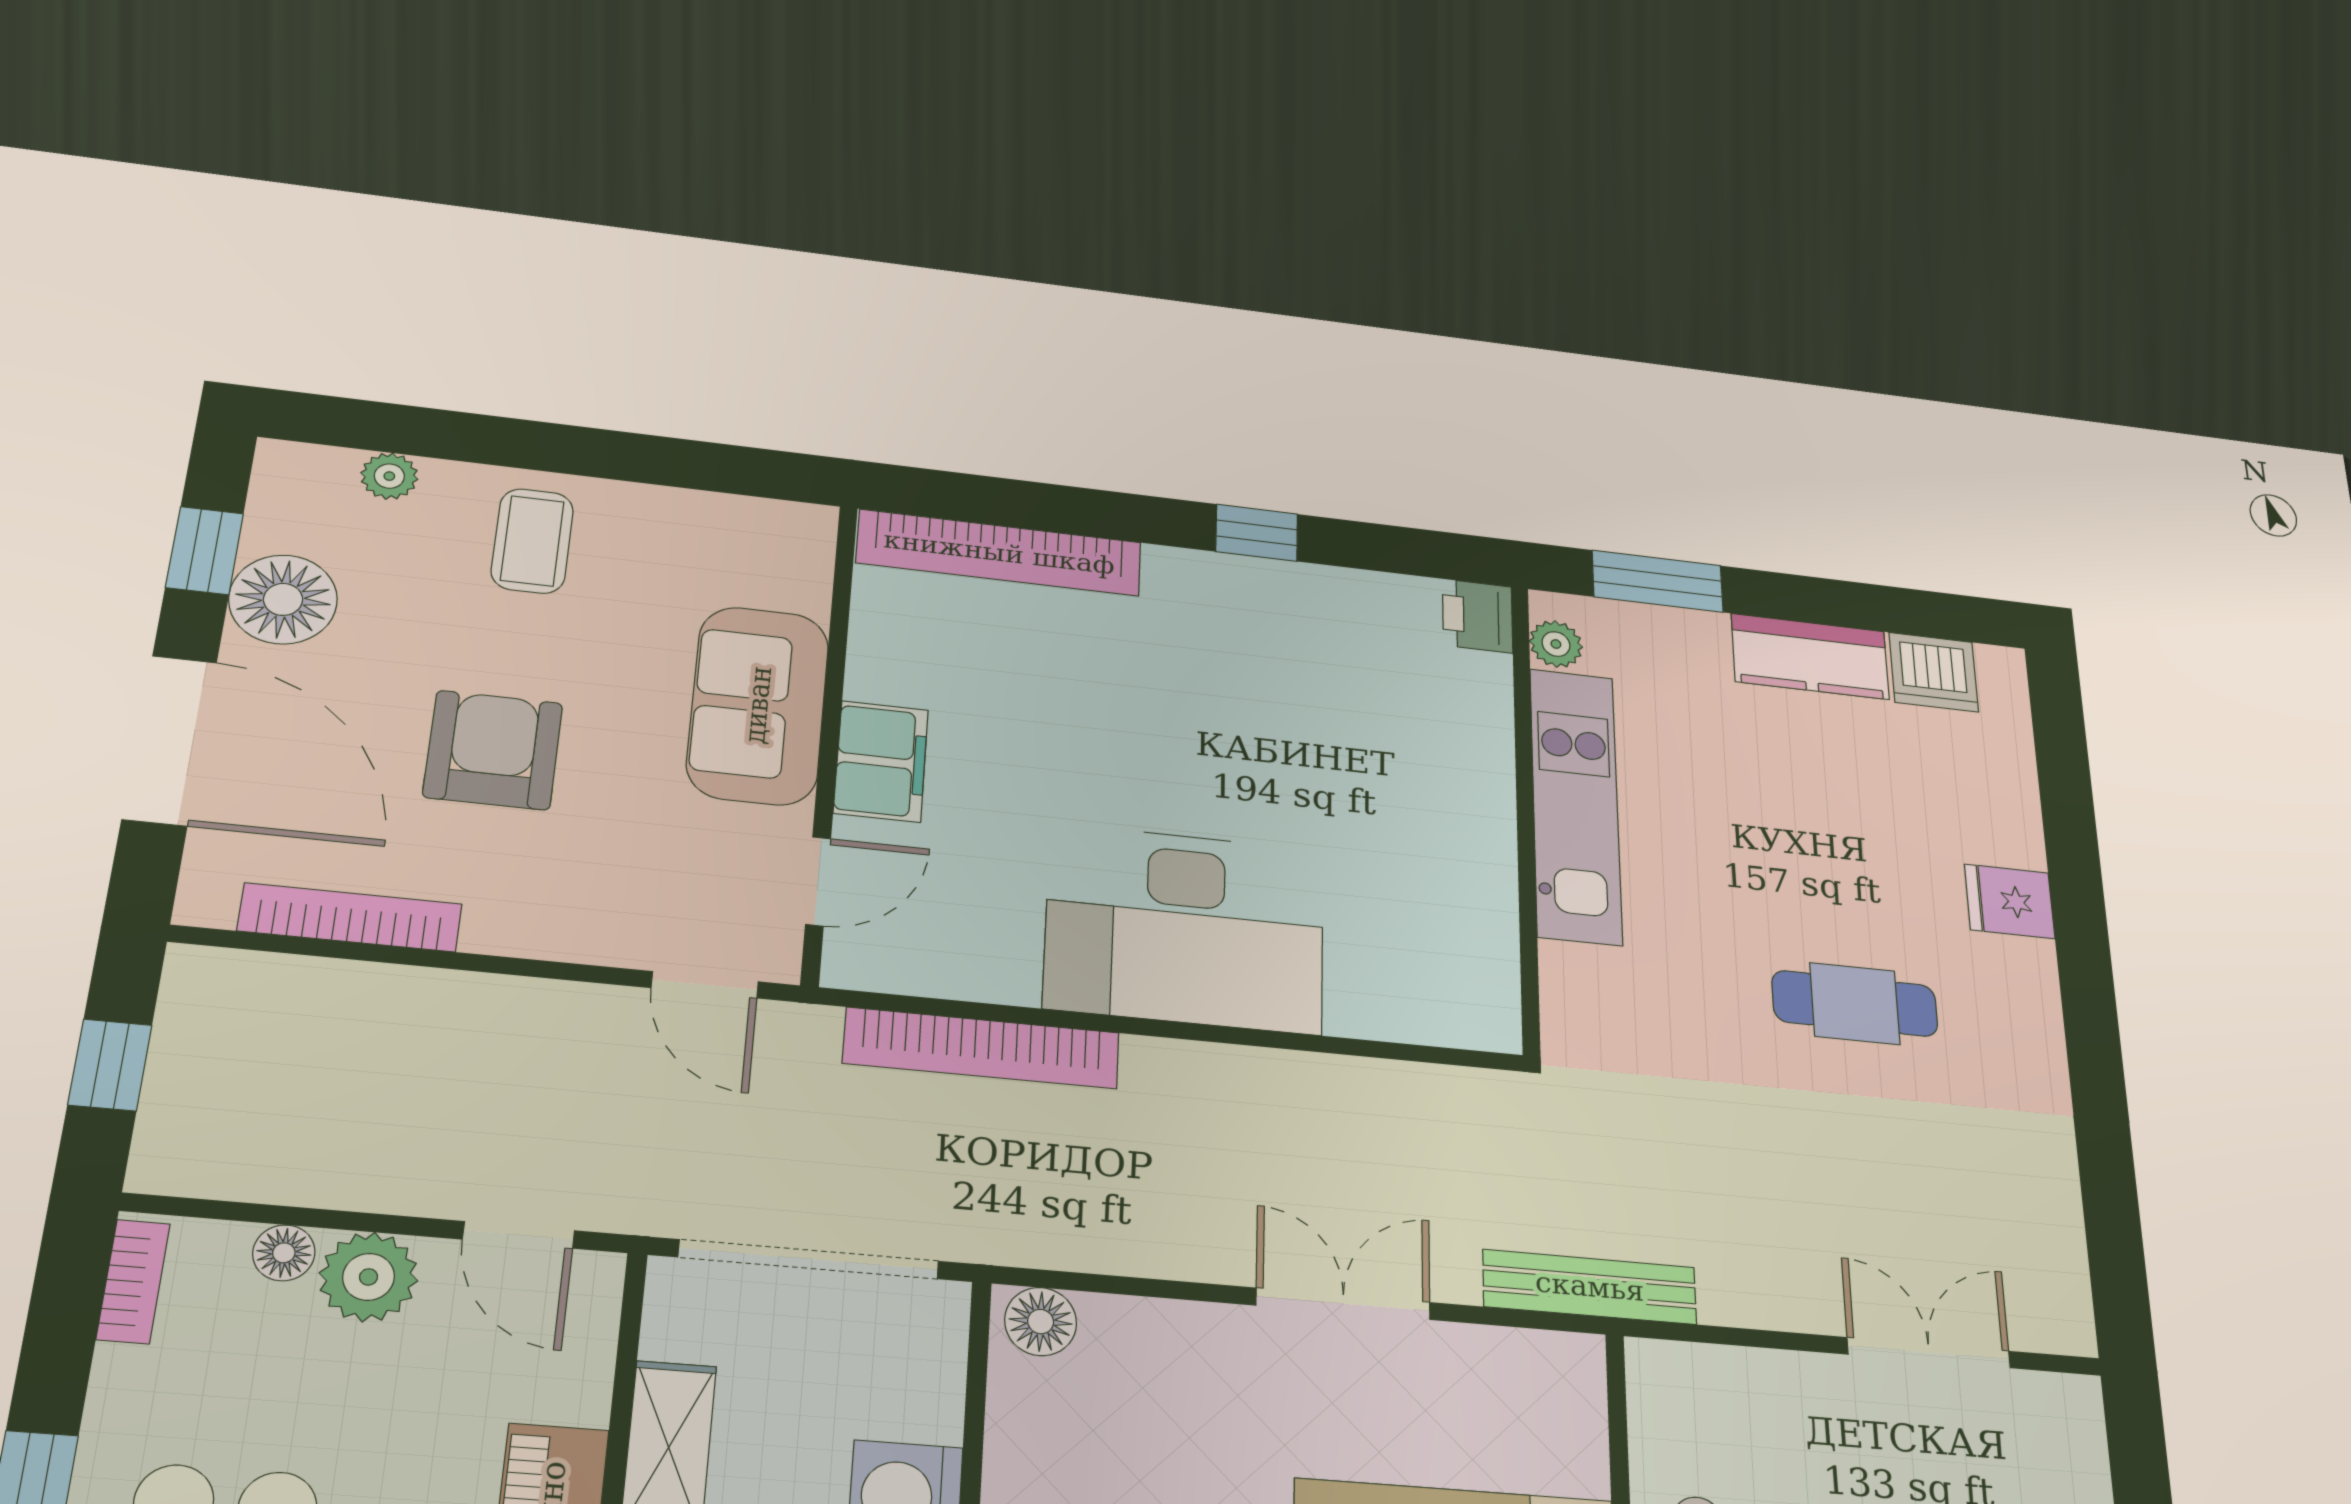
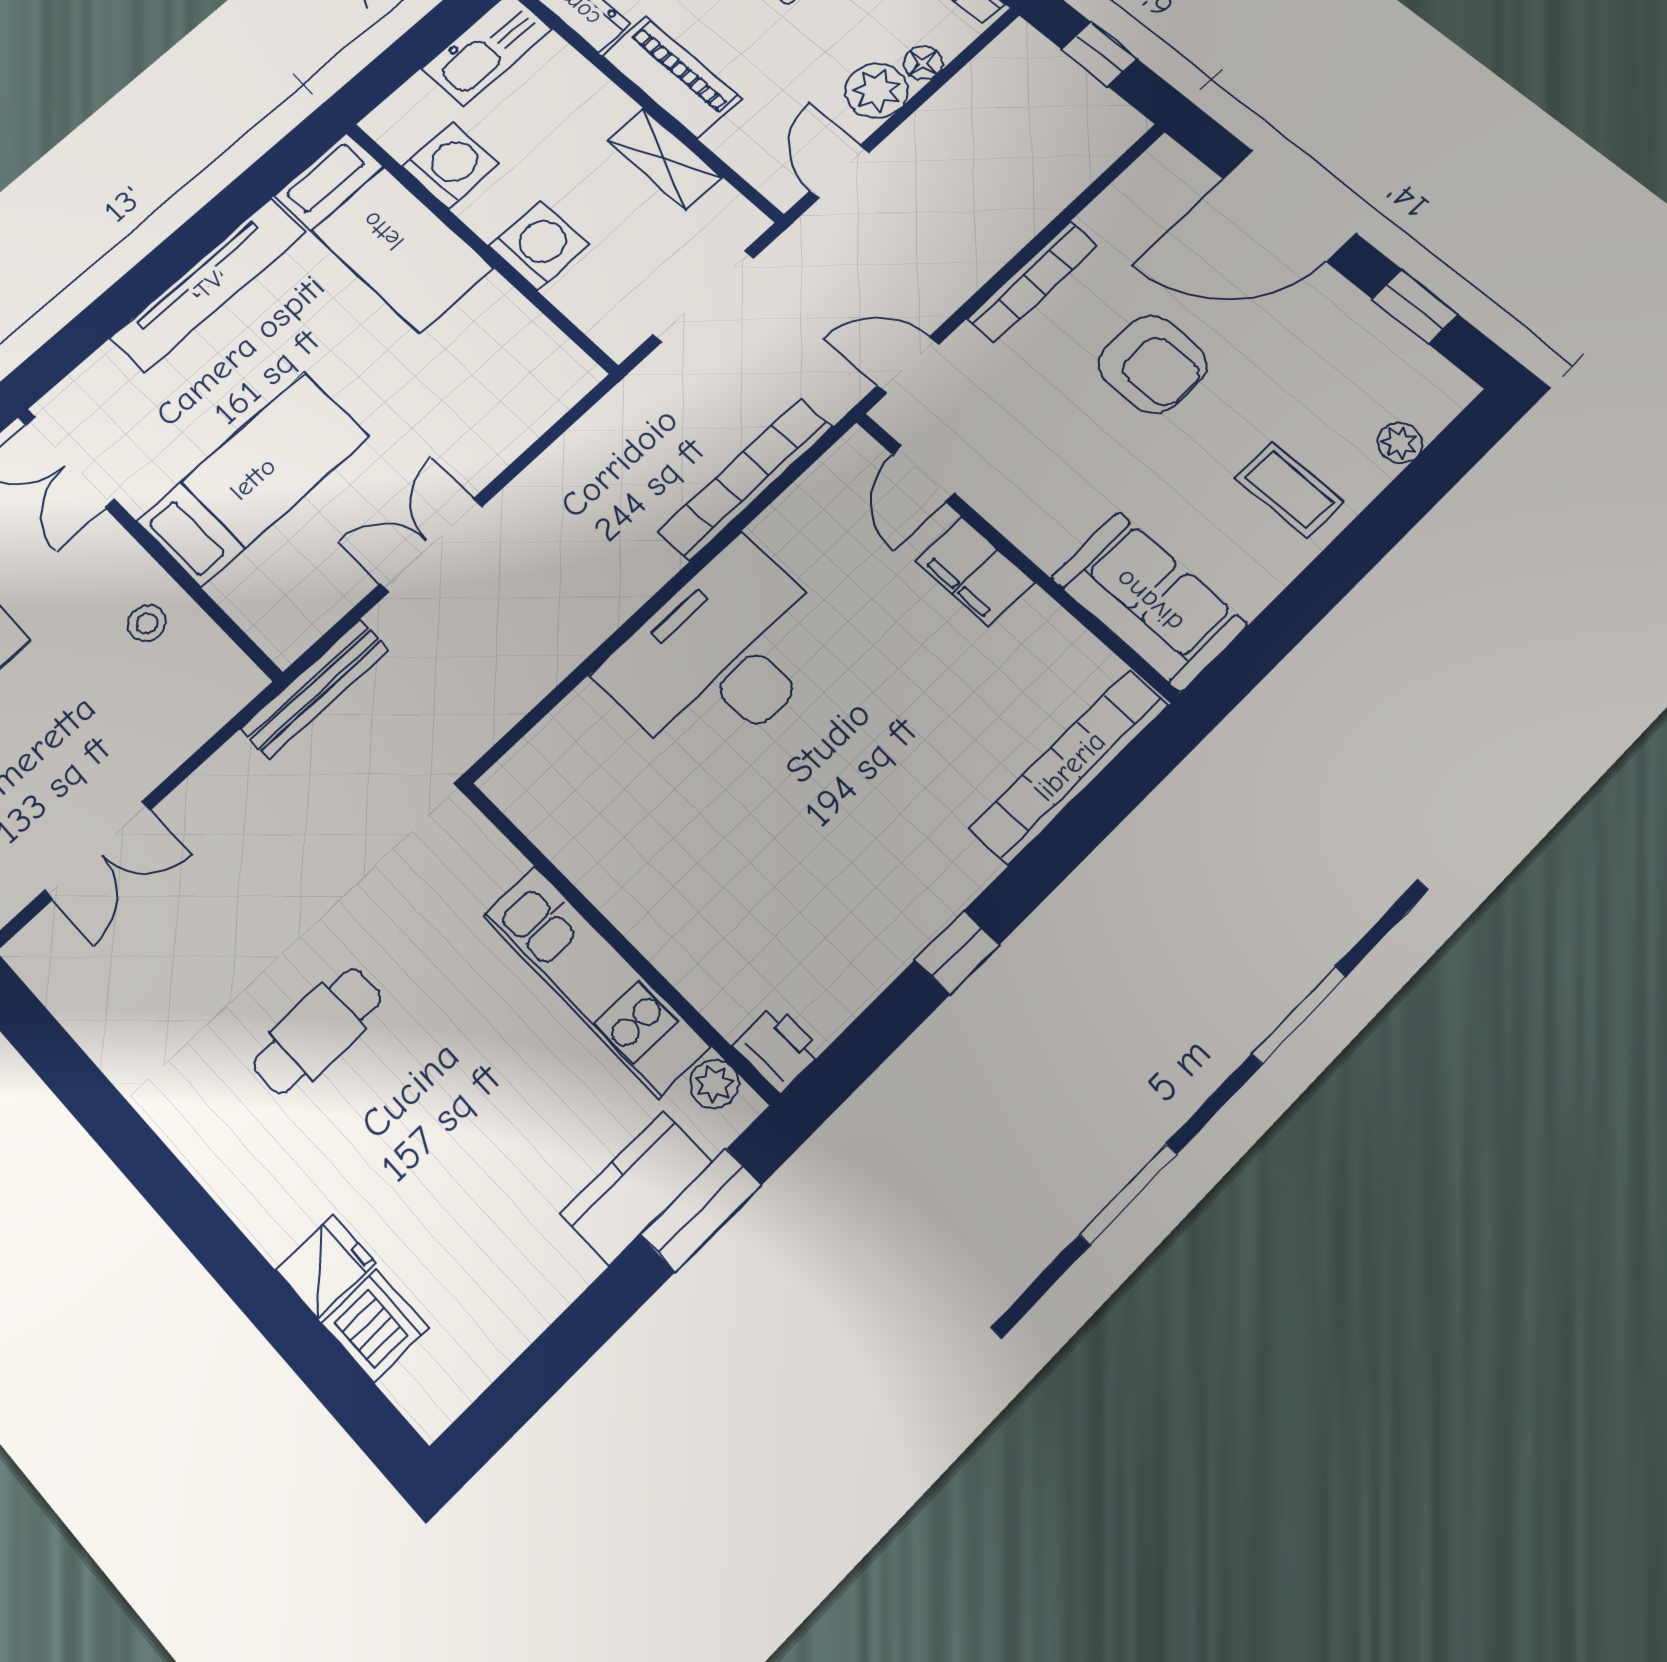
floor lamp: (283, 599) -> (1347, 325), removed
kitchen counter: (1810, 656) -> (636, 1188), moved
dishwasher: (1934, 672) -> (375, 1325), moved, turned 90
sofa: (758, 705) -> (1149, 601), moved
fridge: (2010, 901) -> (325, 1266), moved
bookcase: (350, 917) -> (1032, 282), moved
door: (519, 1235) -> (839, 172), hinge flipped
doorway: (809, 1259) -> (703, 296), width x0.73
double door: (1343, 1304) -> (432, 545), swing flipped
floor lamp: (1041, 1322) -> (566, 382), removed

